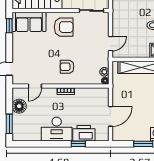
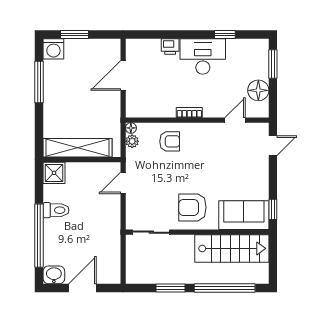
armchair: (67, 67) -> (170, 141), moved
printer: (84, 133) -> (170, 47), width x0.53, depth x0.68
window: (78, 144) -> (225, 35), moved

